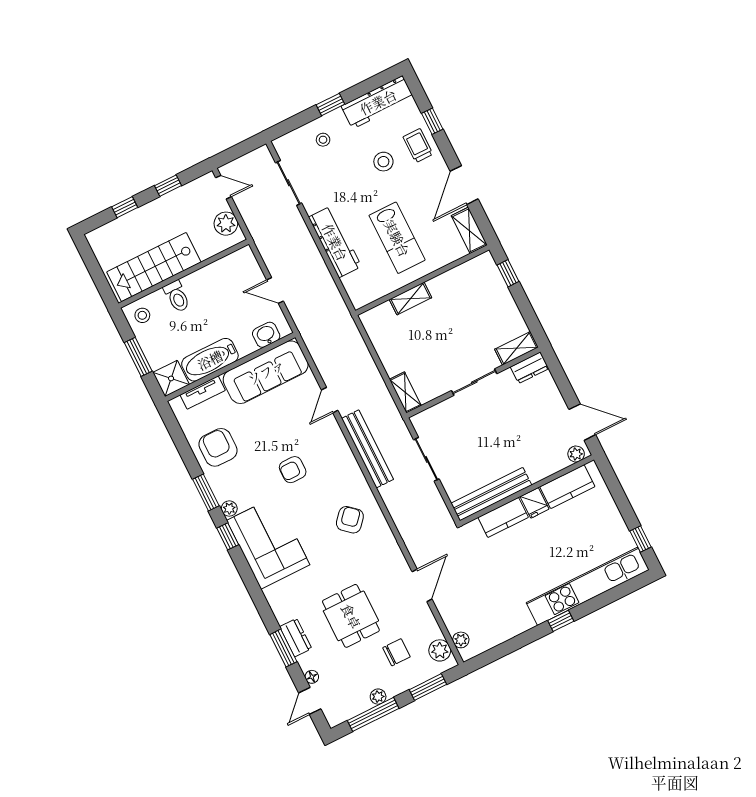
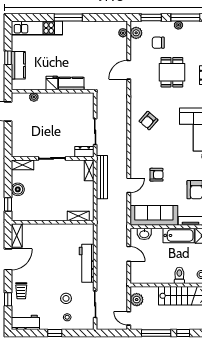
workbench: (378, 102) -> (25, 322), width x0.73
stool: (383, 162) -> (66, 298), moved
window: (168, 186) -> (156, 333), width x2.17
lab bench: (397, 238) -> (55, 250), removed
shelving: (411, 299) -> (78, 216), moved
boiler: (504, 305) -> (18, 189), added
dresser: (530, 368) -> (84, 152), moved
bench: (368, 449) -> (102, 177), moved
plant: (576, 454) -> (34, 97), moved
armchair: (293, 470) -> (156, 175), moved
kitchen counter: (567, 487) -> (18, 65), moved, turned 90
bench: (491, 494) -> (71, 98), removed
window: (640, 539) -> (8, 58), moved
kitchen unit: (588, 586) -> (37, 28), width x0.73
window: (561, 621) -> (68, 17), width x2.17

